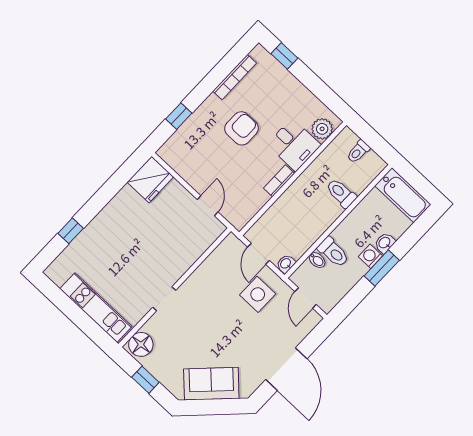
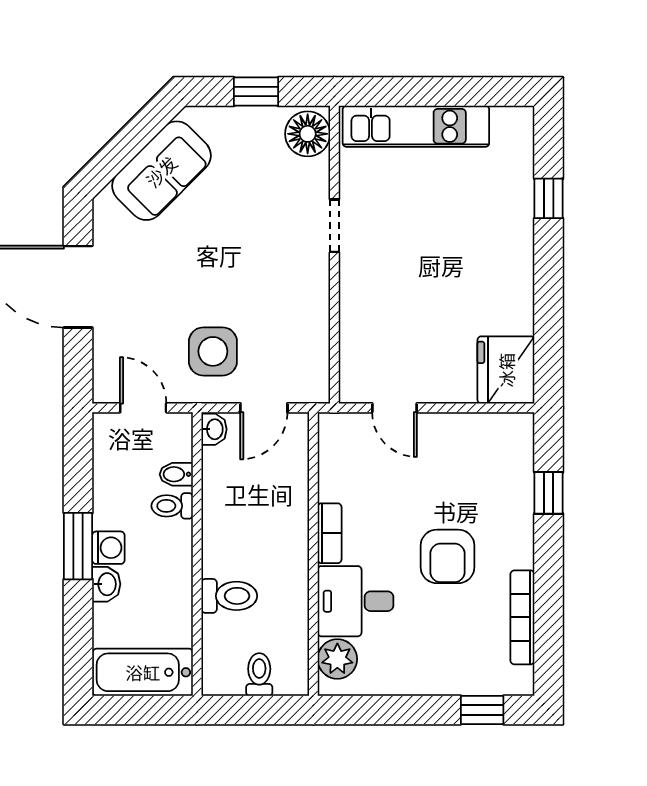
toilet: (333, 252) -> (172, 506), width x0.73, depth x0.72
door: (259, 254) -> (264, 408), swing flipped

